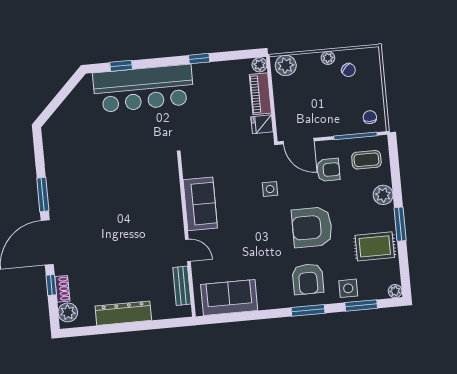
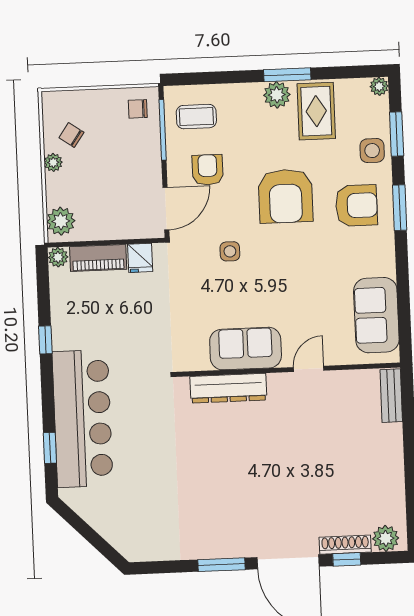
chair: (349, 70) -> (71, 135), turned -101
coffee table: (366, 160) -> (196, 117), turned 90
plant: (383, 195) -> (277, 95), moved
bench: (182, 286) -> (391, 396), moved, turned 90
shoe rack: (62, 289) -> (345, 545), width x1.43
dresser: (123, 313) -> (228, 388), moved, turned -90

